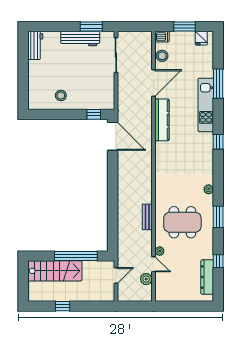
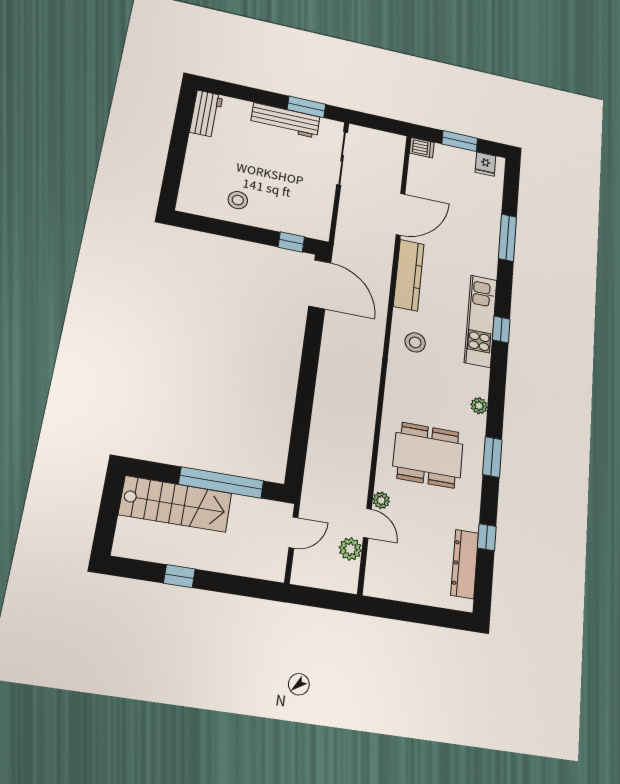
stool: (162, 56) -> (415, 342), moved
kitchen unit: (206, 105) -> (481, 321), moved
bench: (147, 217) -> (365, 434), removed

